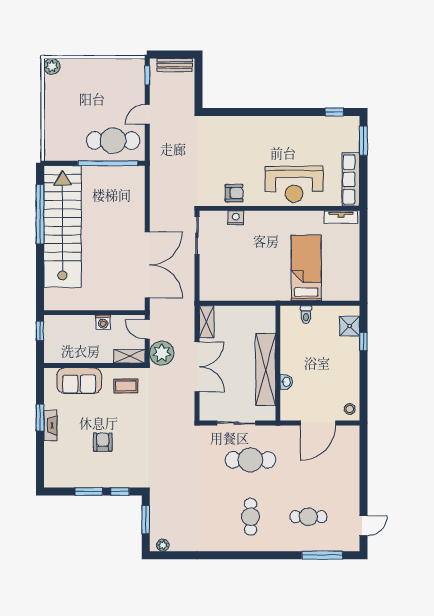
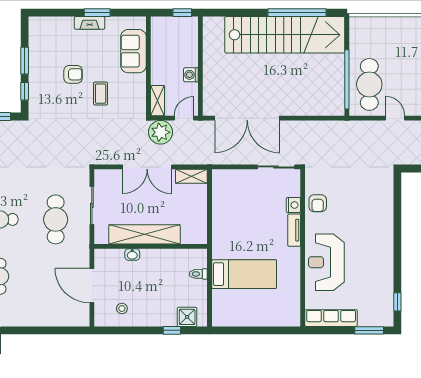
tv unit: (341, 217) -> (294, 230), moved
coffee table: (126, 386) -> (101, 94), moved
stool: (350, 409) -> (122, 309), moved

